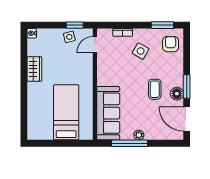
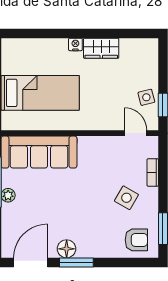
nightstand: (32, 33) -> (75, 44), moved
coffee table: (155, 89) -> (73, 218), removed

